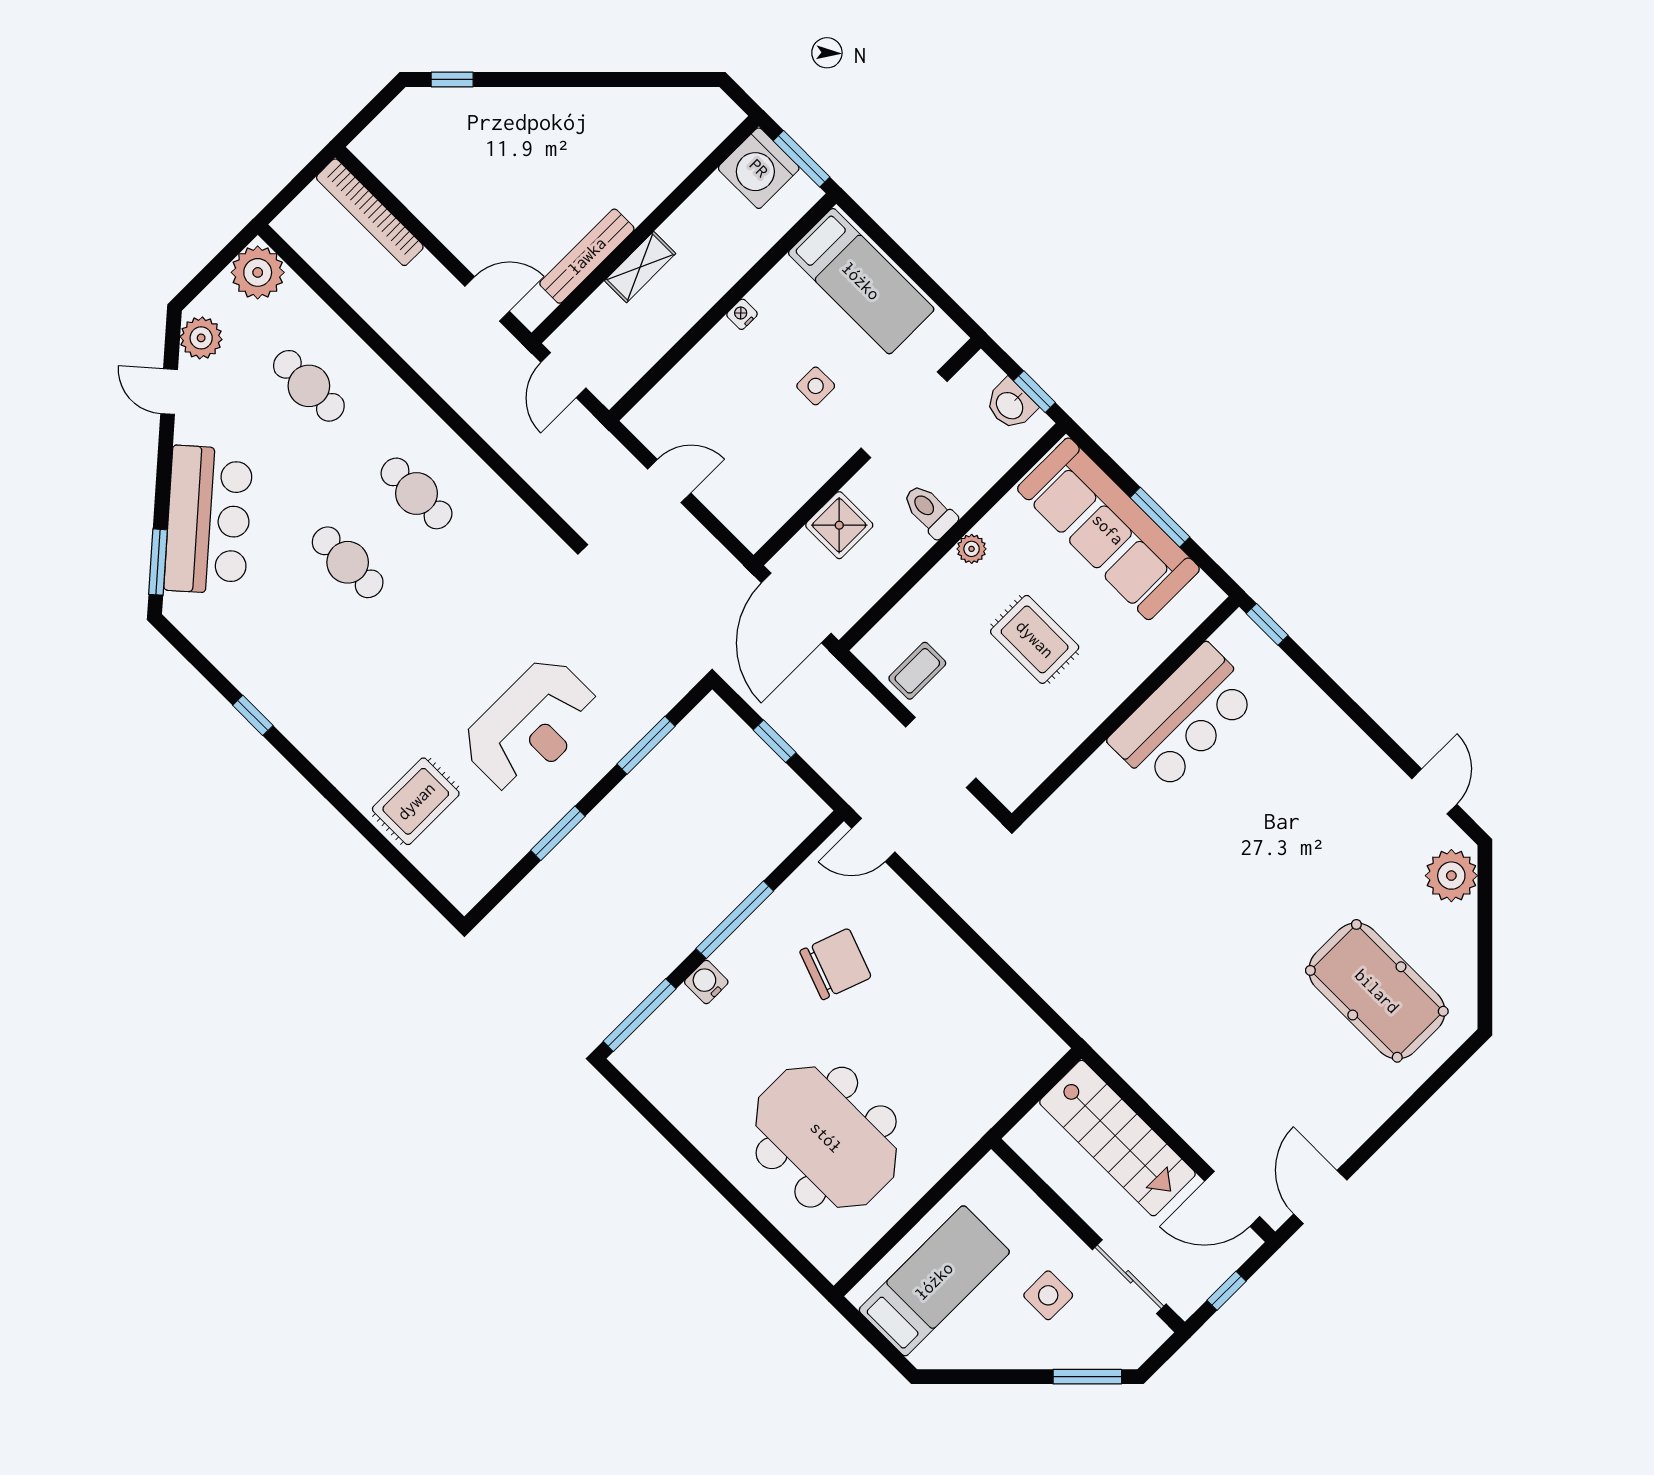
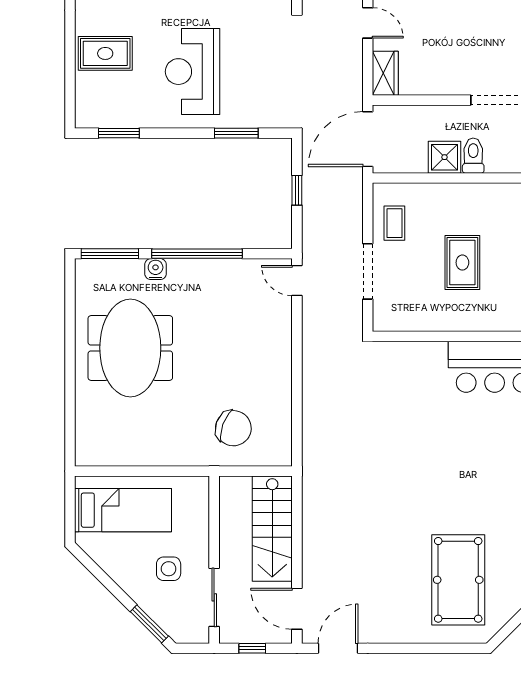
side table: (816, 386) -> (478, 46), removed
wardrobe: (743, 517) -> (385, 73), added
shower: (839, 525) -> (444, 157), moved
plant: (972, 549) -> (475, 192), removed
coffee table: (917, 671) -> (394, 223), turned 90
reception desk: (531, 726) -> (193, 72), turned 90
window: (558, 833) -> (119, 133), moved
window: (735, 920) -> (197, 254), width x1.46
chair: (835, 964) -> (233, 428), moved
meeting table: (826, 1137) -> (130, 348), moved

